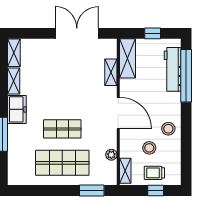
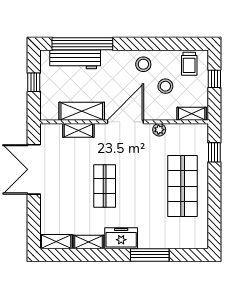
shelving: (127, 58) -> (82, 111), moved
shop shelf: (62, 129) -> (105, 186), moved
plant: (111, 155) -> (159, 130), moved
trolley: (154, 173) -> (189, 64), moved
window: (92, 191) -> (214, 152), width x0.67

